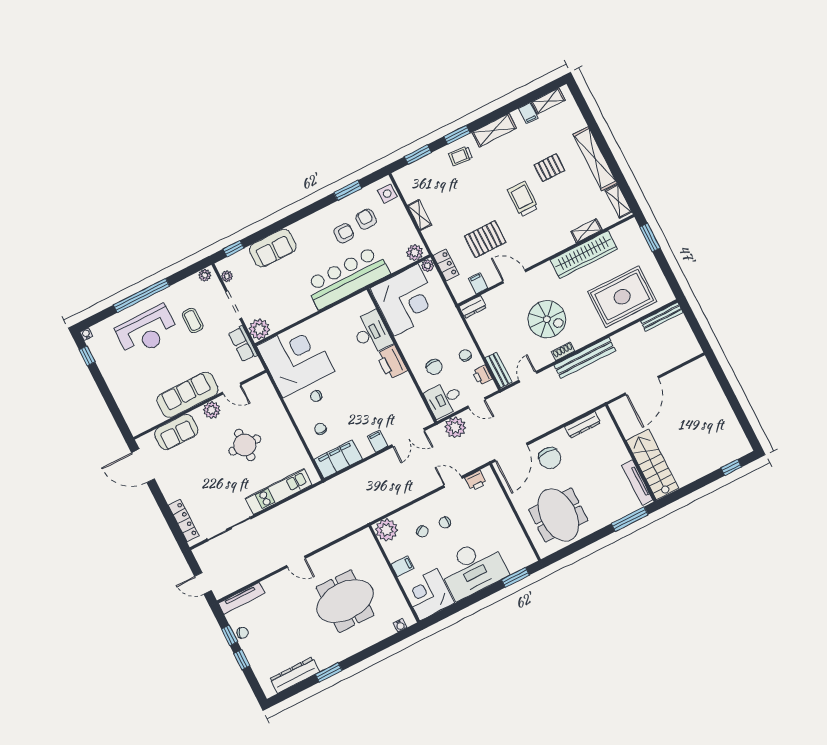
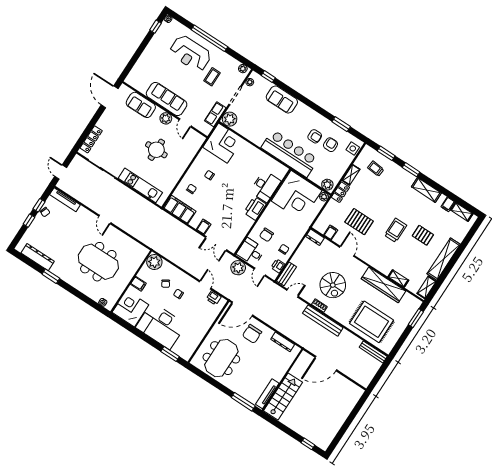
trolley: (460, 156) -> (376, 169), moved
locker: (446, 265) -> (340, 192), moved
corner desk: (296, 359) -> (223, 143), width x0.74, depth x0.74

